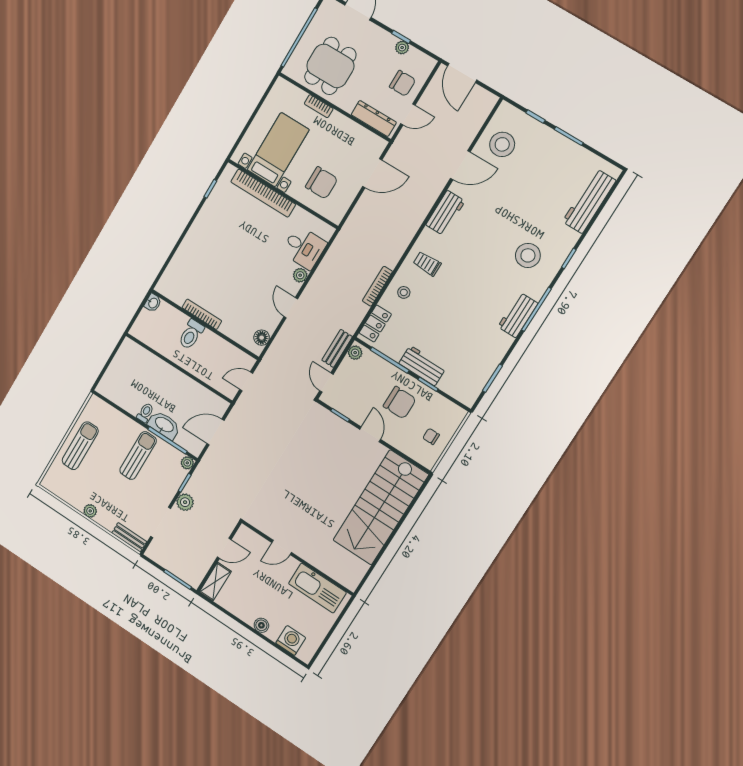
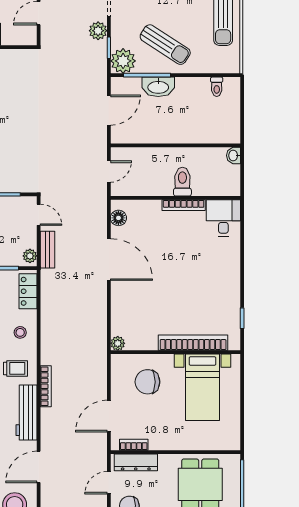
bookcase: (319, 106) -> (134, 445), moved
workbench: (445, 213) -> (27, 412), width x1.38
desk: (304, 248) -> (223, 218), moved, turned 90
plant: (300, 275) -> (118, 343), moved
bookcase: (377, 286) -> (46, 386), moved
washbasin: (153, 303) -> (234, 155), moved
door: (291, 308) -> (109, 259), width x1.88
toilet: (145, 413) -> (217, 87), moved
sun lounger: (138, 456) -> (165, 45), turned -57
plant: (187, 463) -> (123, 61), width x1.88, depth x1.88

